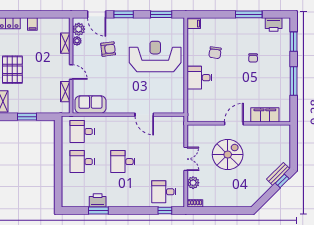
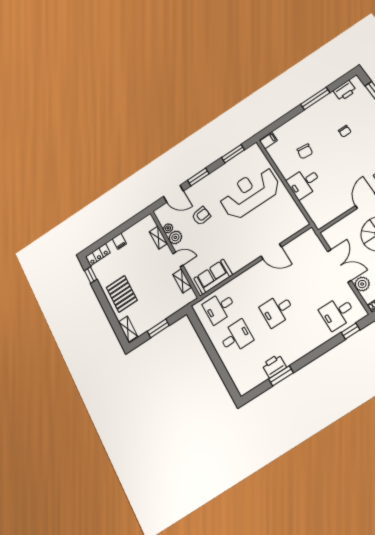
plant: (79, 29) -> (175, 237), moved
double door: (186, 159) -> (339, 266), width x1.37
desk: (82, 162) -> (236, 337), turned 180

